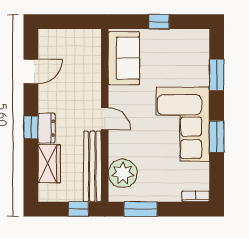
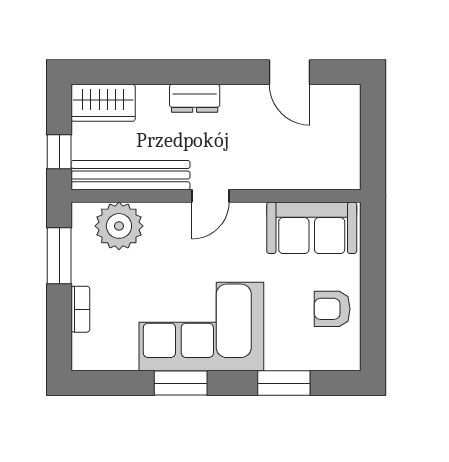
window: (159, 22) -> (373, 287), removed
armchair: (172, 46) -> (332, 309), added
window: (31, 127) -> (196, 72), removed
wardrobe: (49, 164) -> (103, 103), moved
bookcase: (196, 196) -> (80, 309), moved

